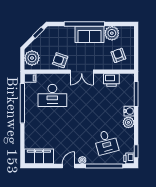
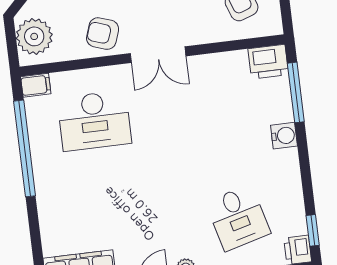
printer: (111, 80) -> (268, 62), moved
plant: (128, 122) -> (286, 163), removed

